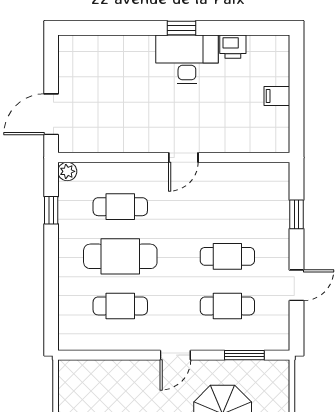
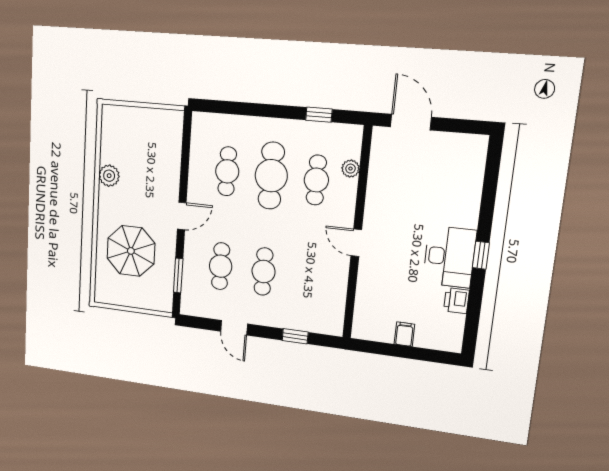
plant: (67, 171) -> (350, 169), moved
door: (175, 355) -> (182, 216), swing flipped

